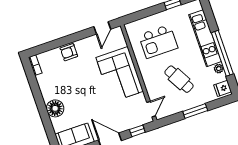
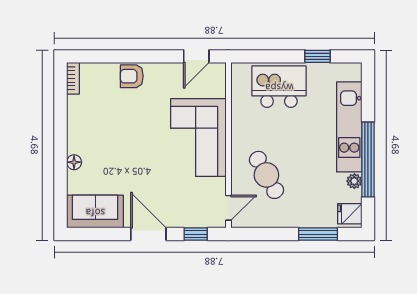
kitchen island: (158, 42) -> (279, 87), moved, turned 180
cafe table: (179, 79) -> (266, 175), moved
floor lamp: (55, 108) -> (74, 162), width x0.53, depth x0.53
window: (195, 111) -> (318, 234), moved

